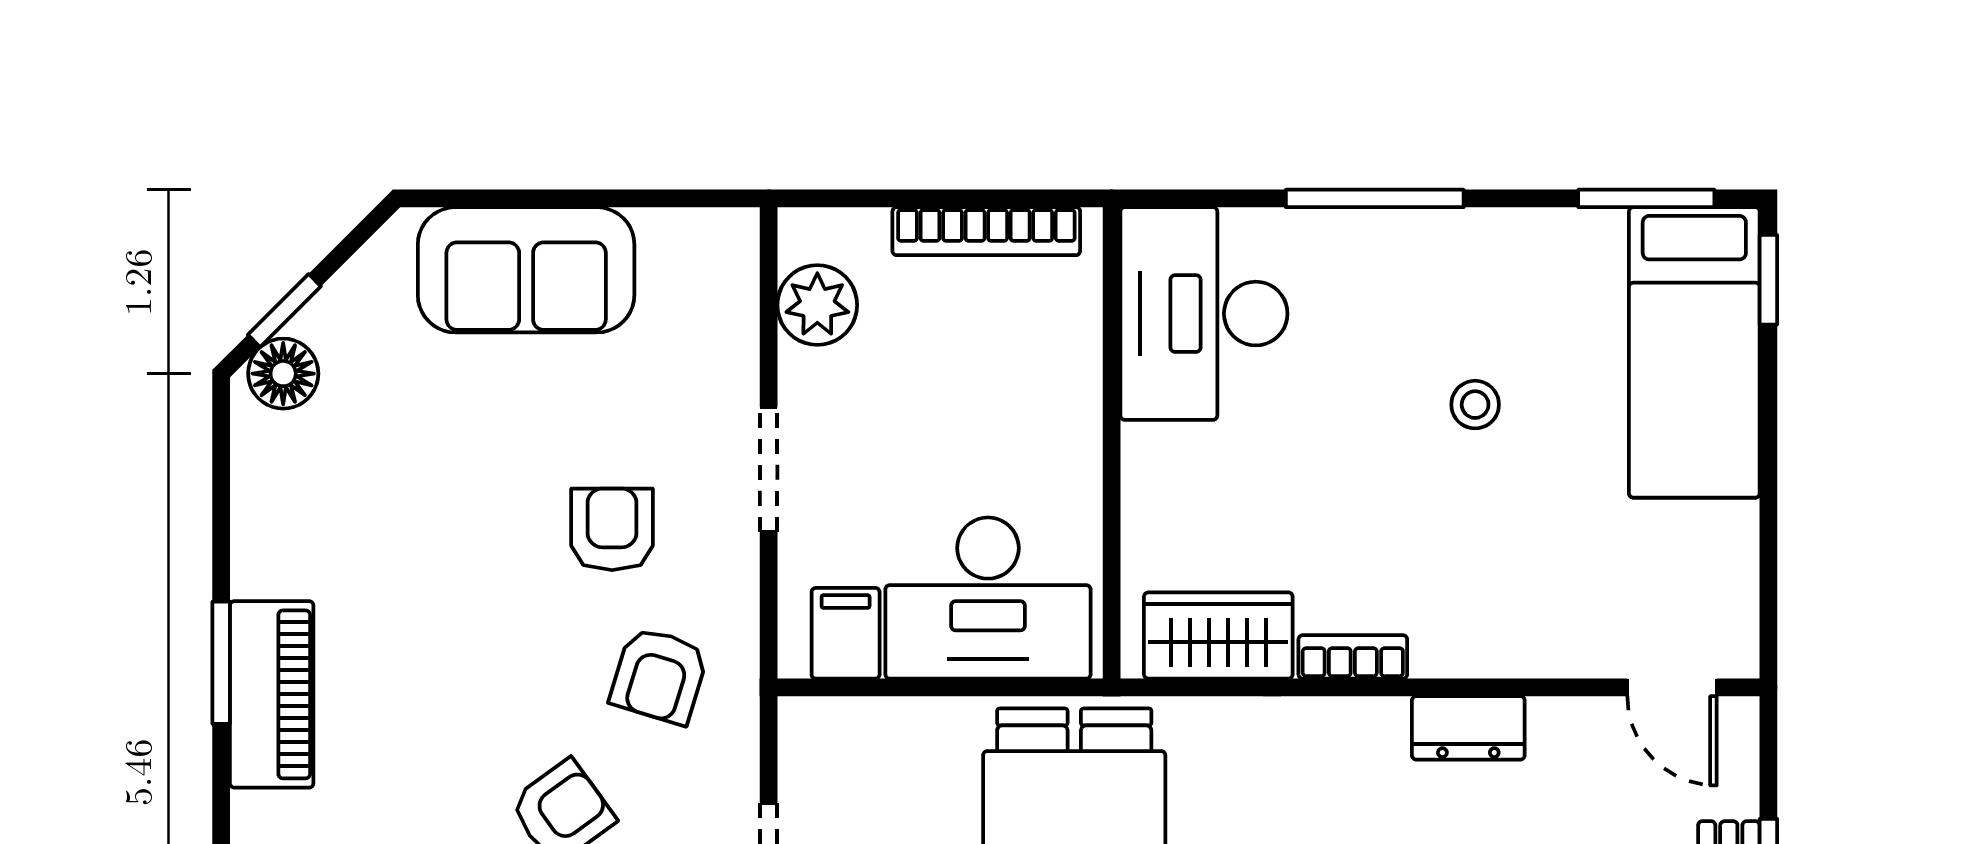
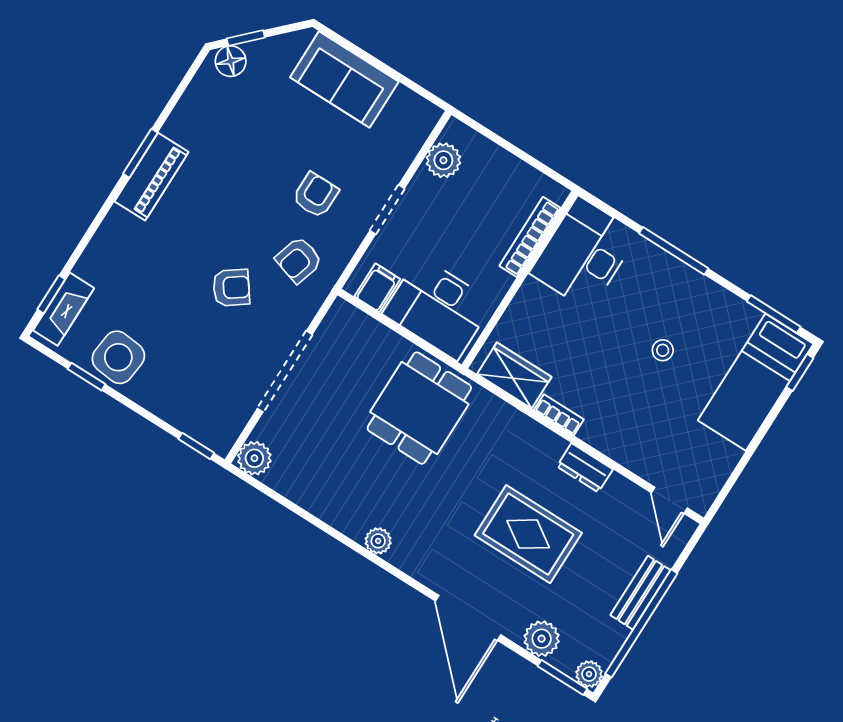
bookcase: (986, 231) -> (530, 237), moved, turned 90

